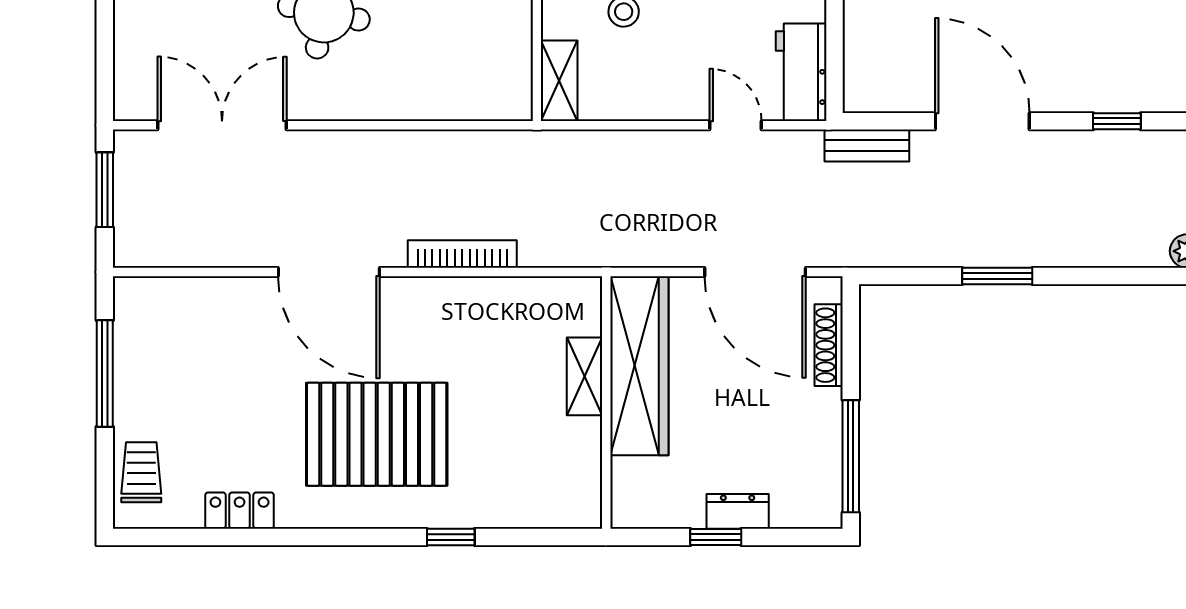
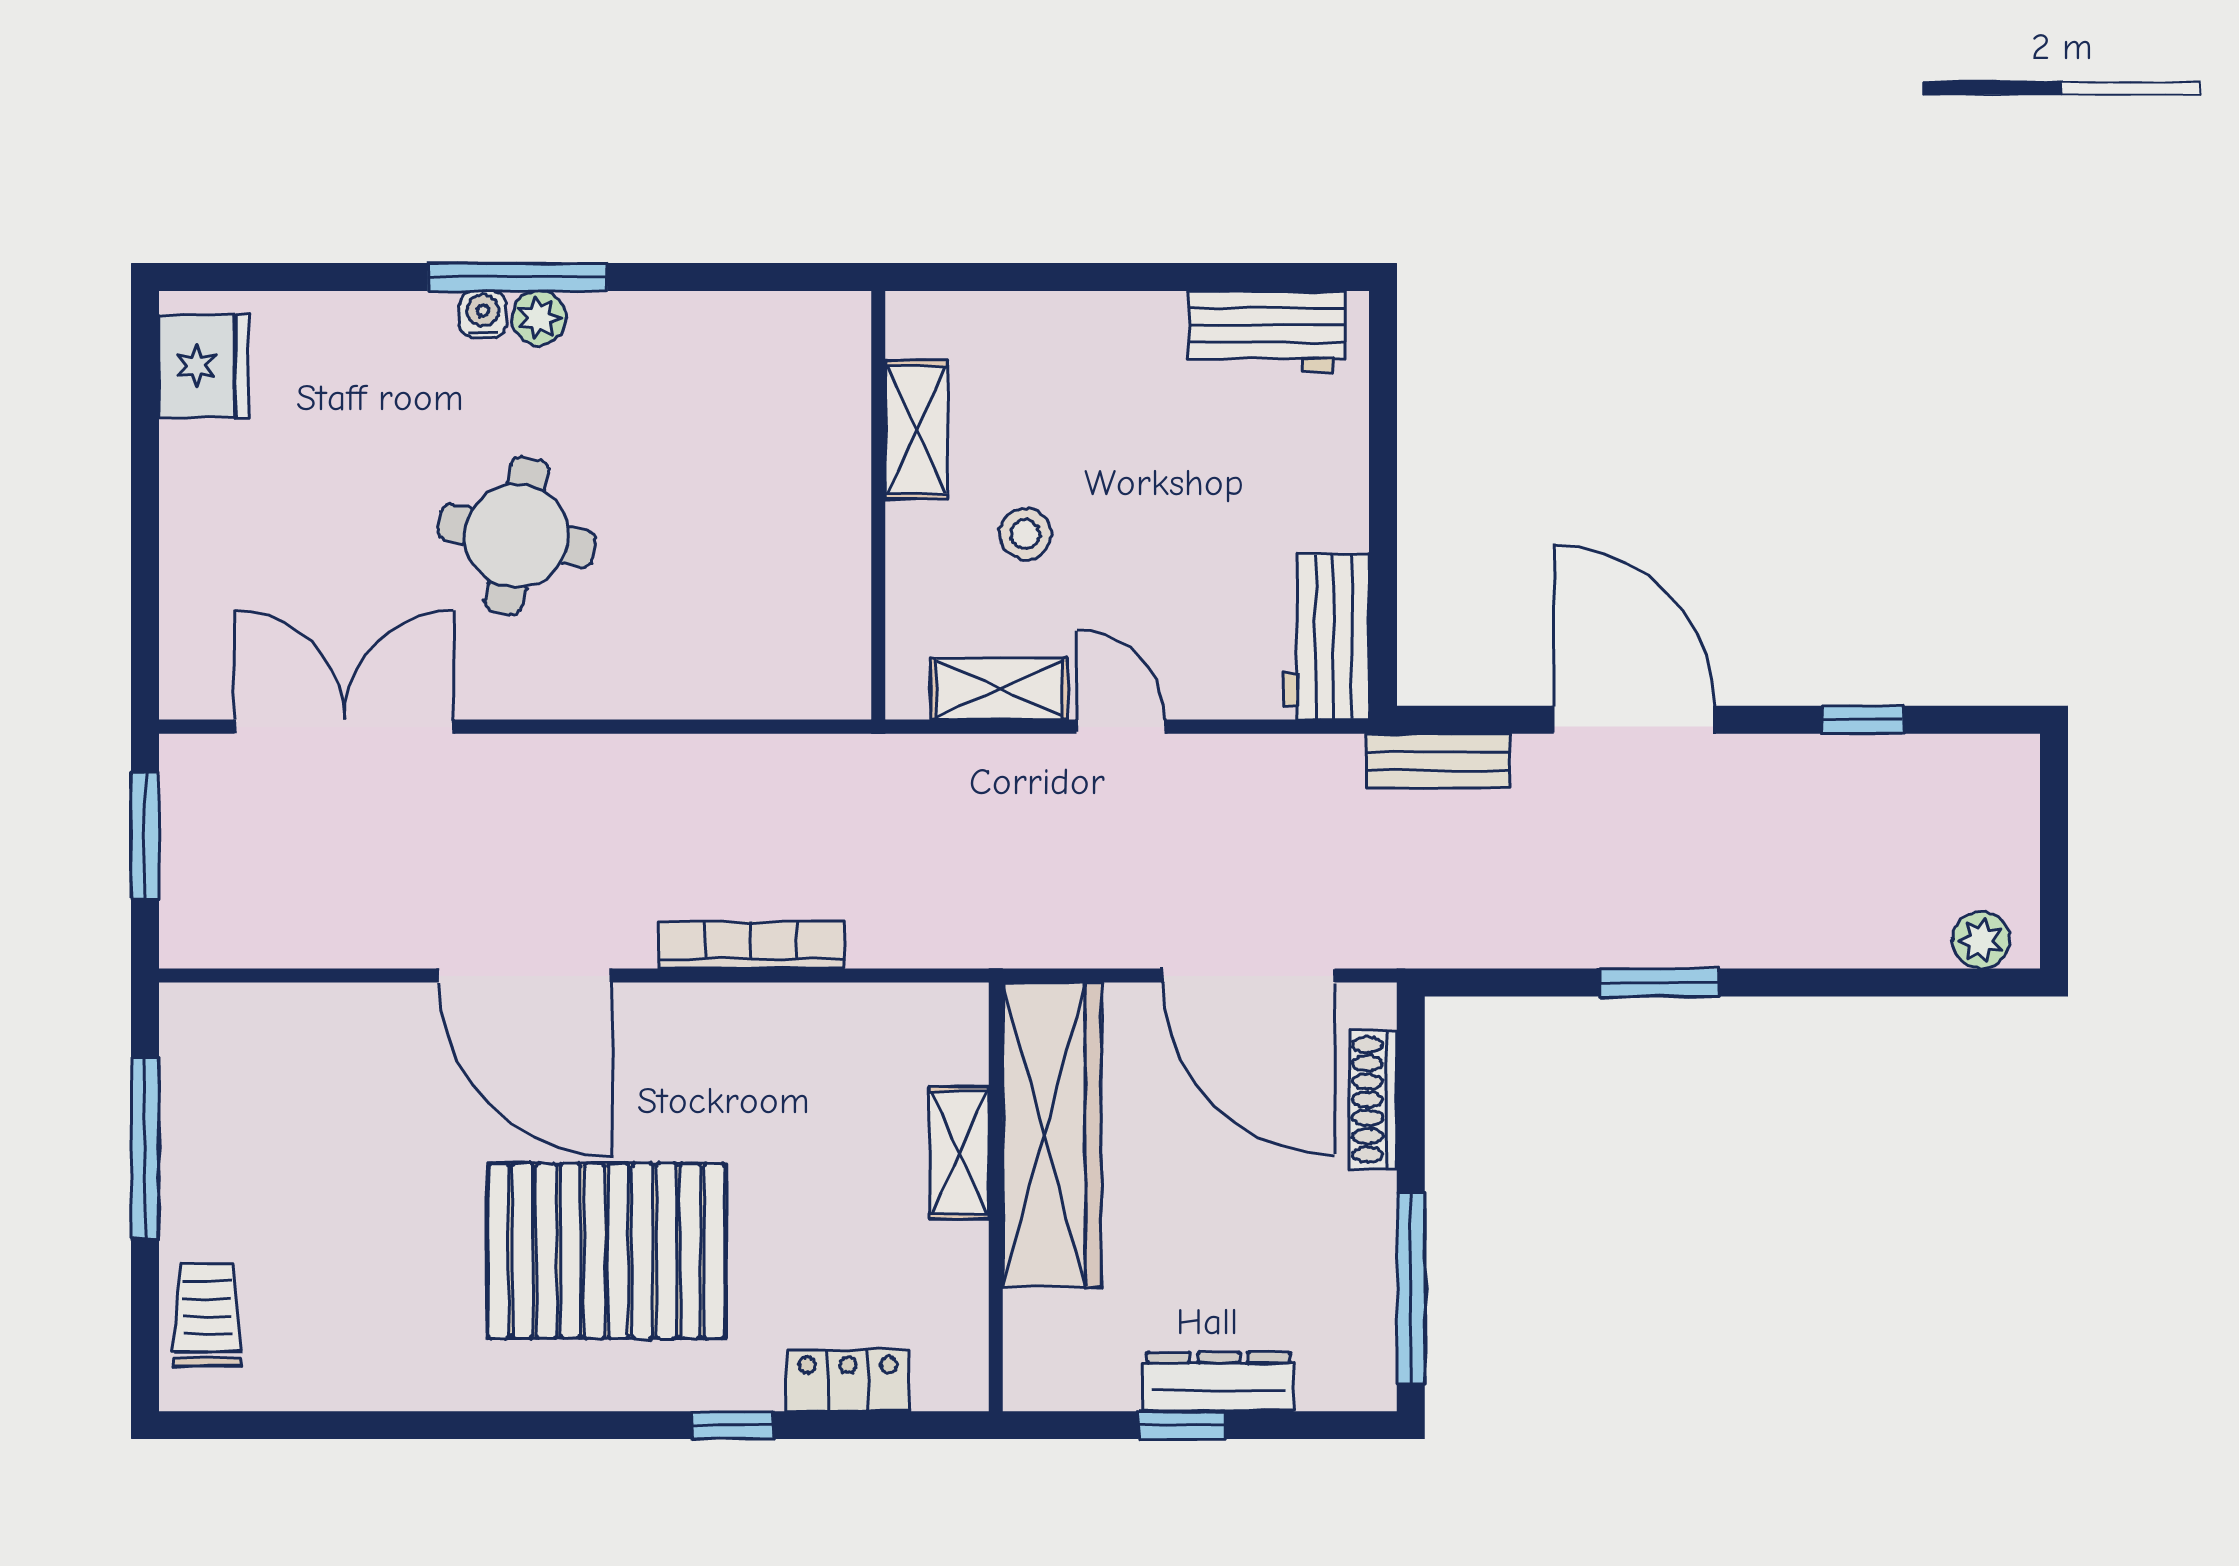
shelving: (559, 81) -> (999, 689), moved, turned 90
door: (736, 125) -> (1121, 727), moved
locker: (240, 511) -> (848, 1380), moved
dresser: (738, 511) -> (1219, 1382), width x1.44

